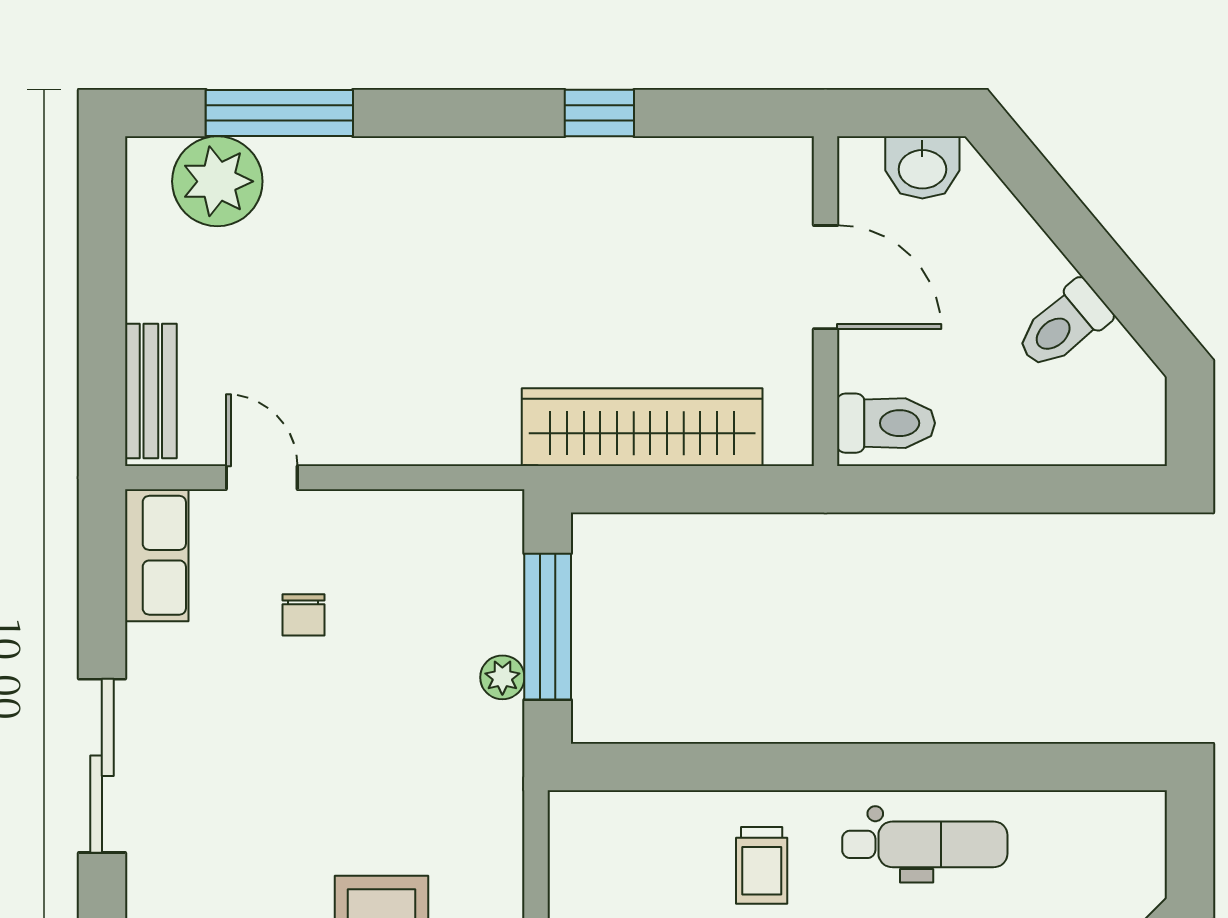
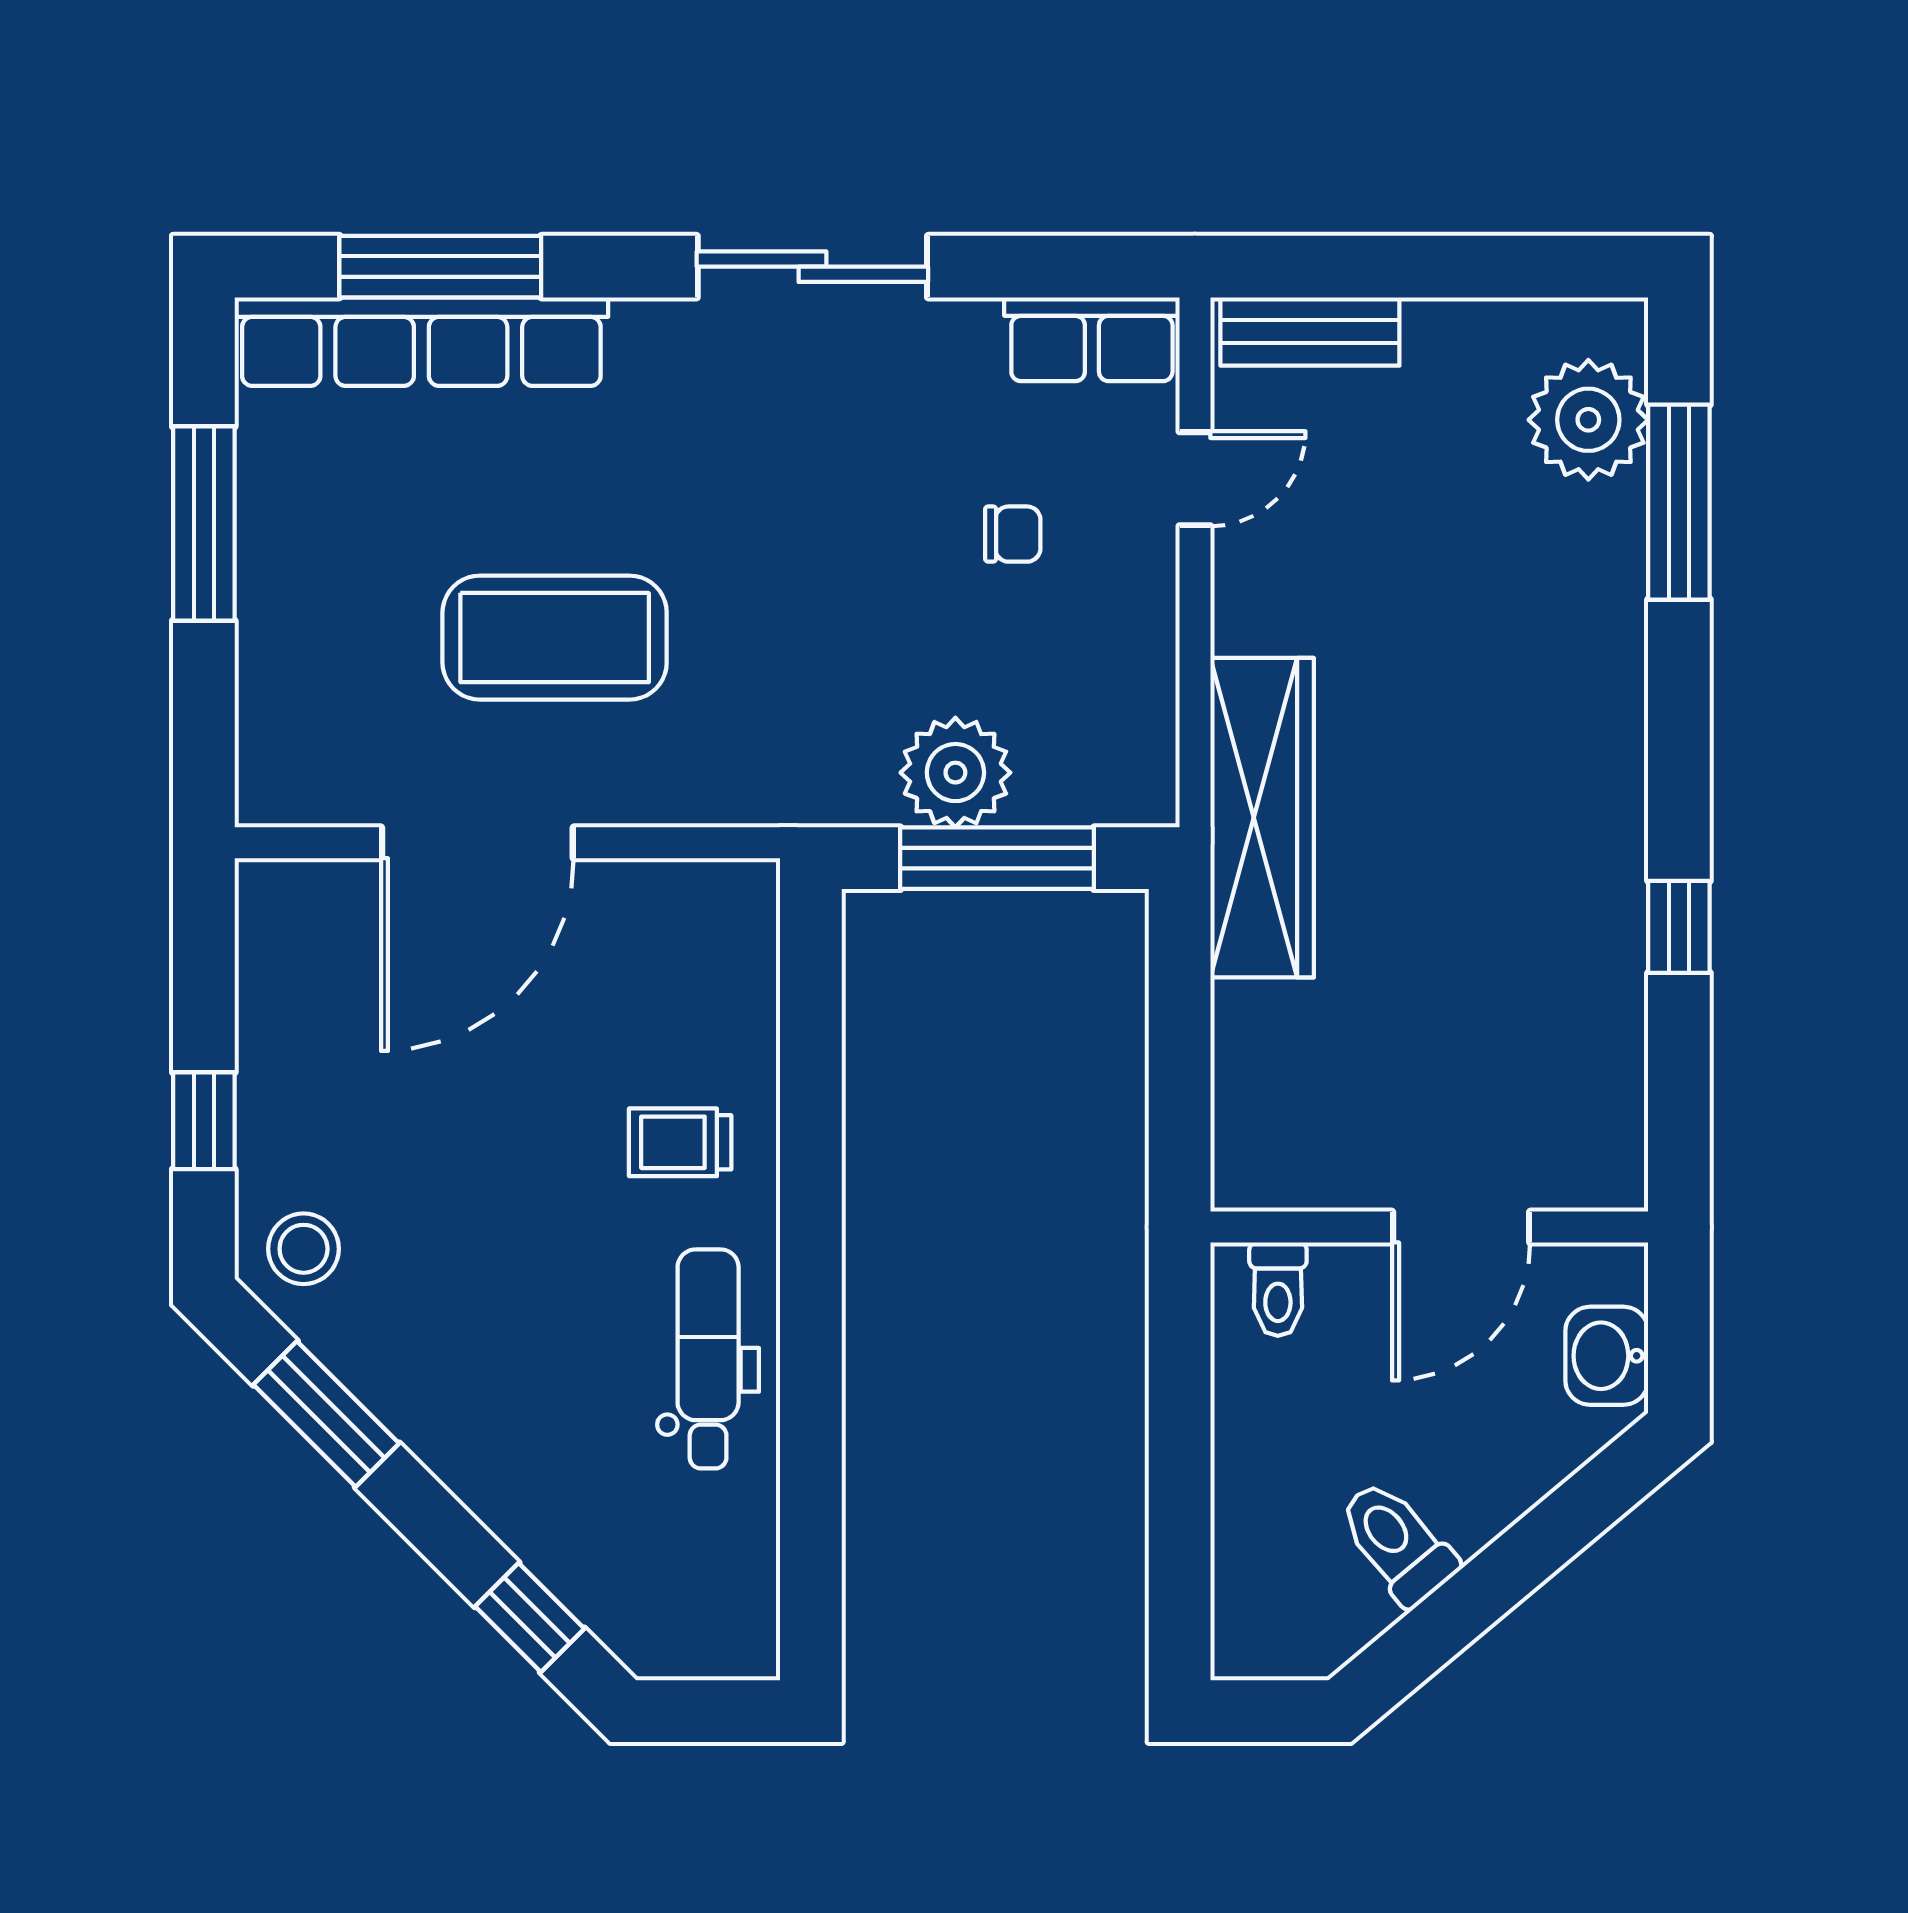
toilet: (886, 423) -> (1278, 1289), width x0.73, depth x0.72
wardrobe: (642, 427) -> (1262, 818), moved
chair: (303, 615) -> (1013, 534), turned 180
plant: (502, 677) -> (955, 773), width x1.88, depth x1.88
dental chair: (925, 844) -> (708, 1359), turned 180

